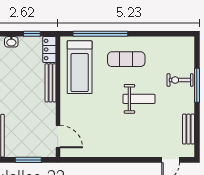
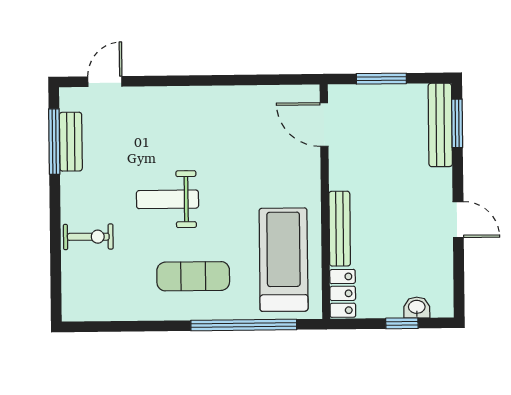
window: (32, 34) -> (402, 323), moved
window: (197, 85) -> (54, 142), moved

